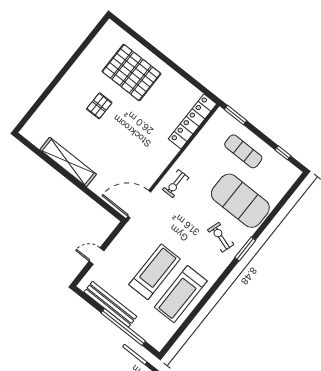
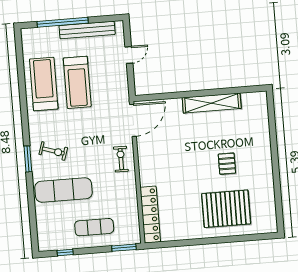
exercise mat: (240, 201) -> (63, 190), width x0.68

